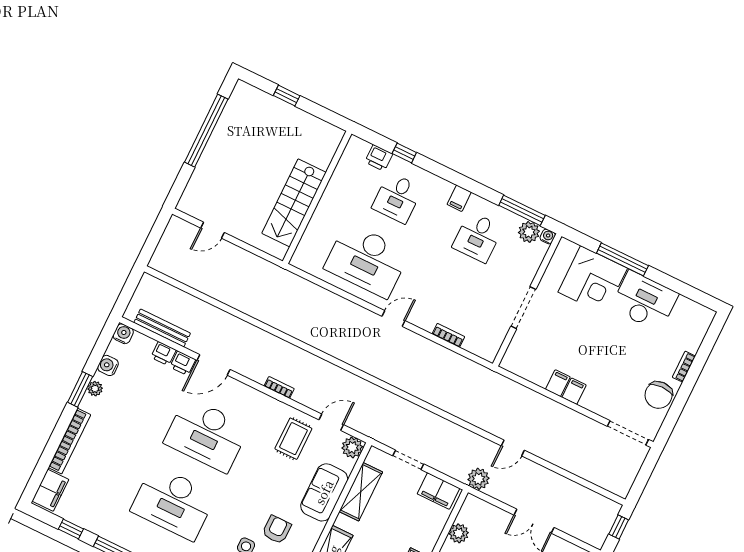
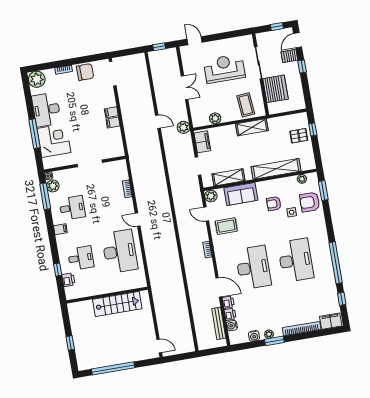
door: (212, 230) -> (159, 346), moved
plant: (698, 319) -> (37, 79), added
water cooler: (123, 334) -> (232, 326), moved

